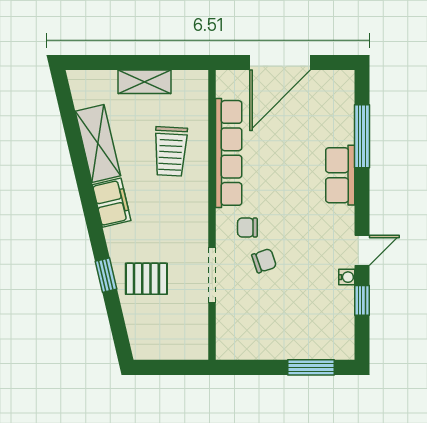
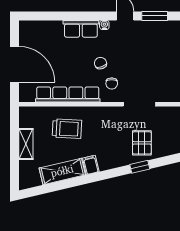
window: (362, 136) -> (58, 16), removed
filing cabinet: (112, 203) -> (91, 165), width x0.50
chair: (264, 261) -> (100, 63), moved
water cooler: (347, 277) -> (104, 25), moved
window: (362, 300) -> (155, 16), width x1.50

